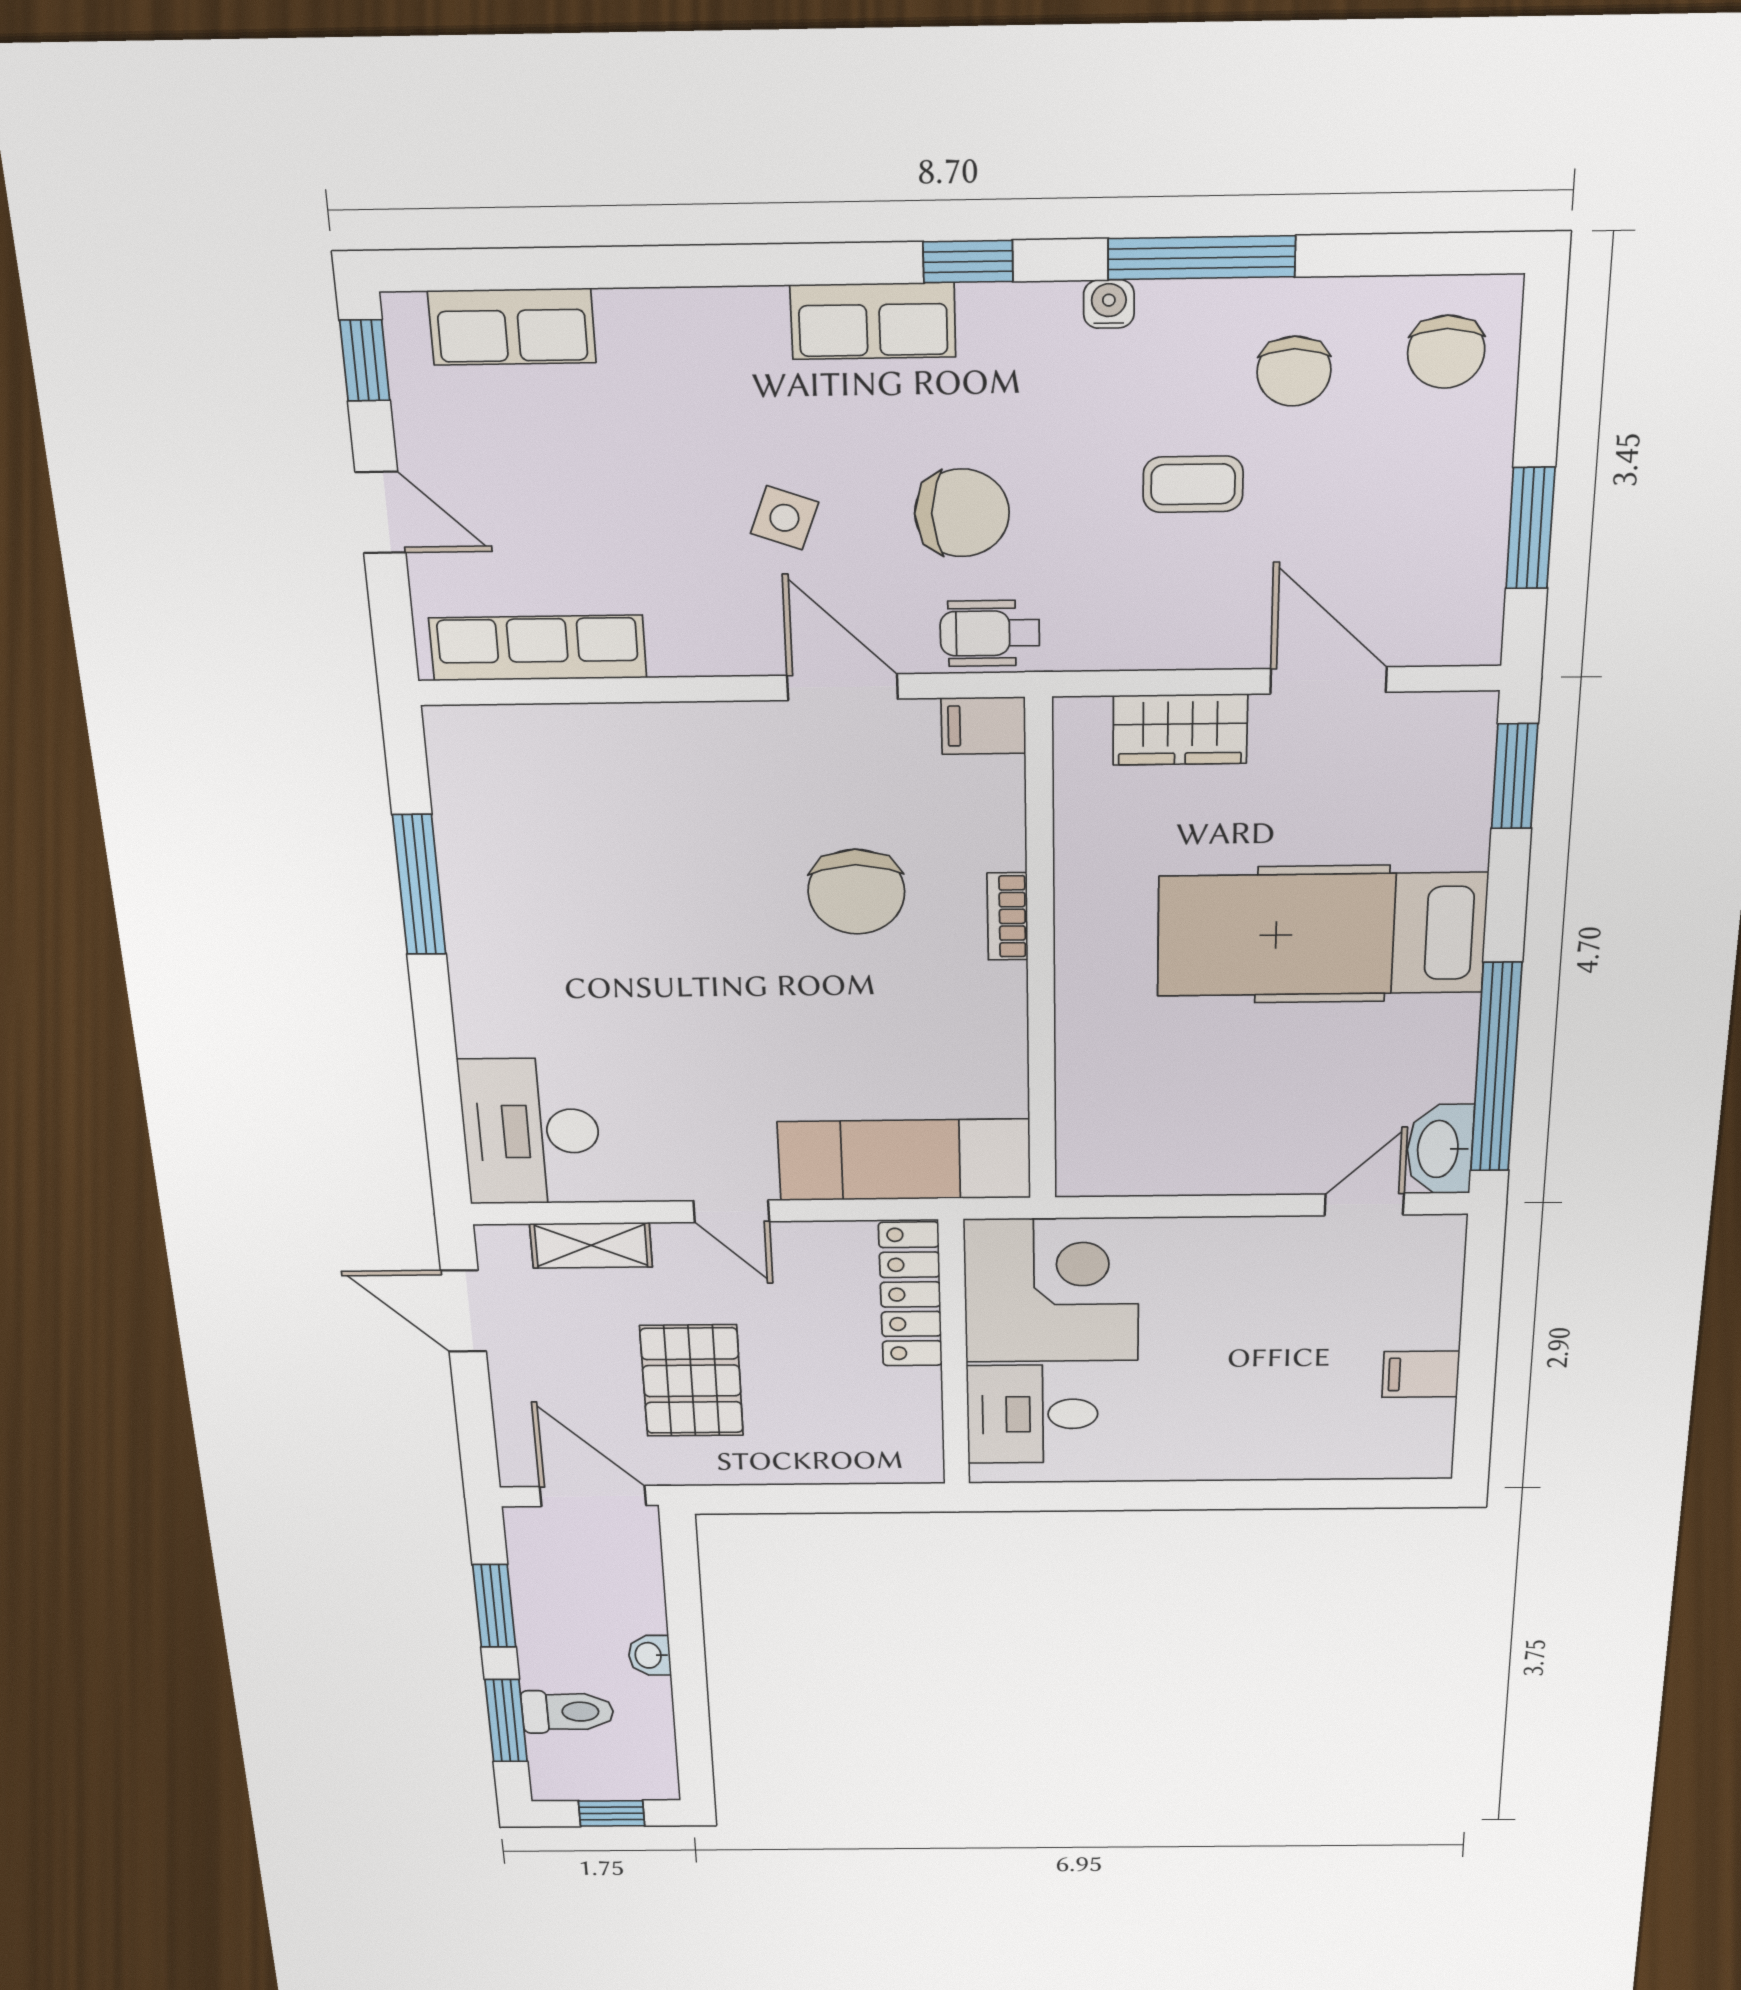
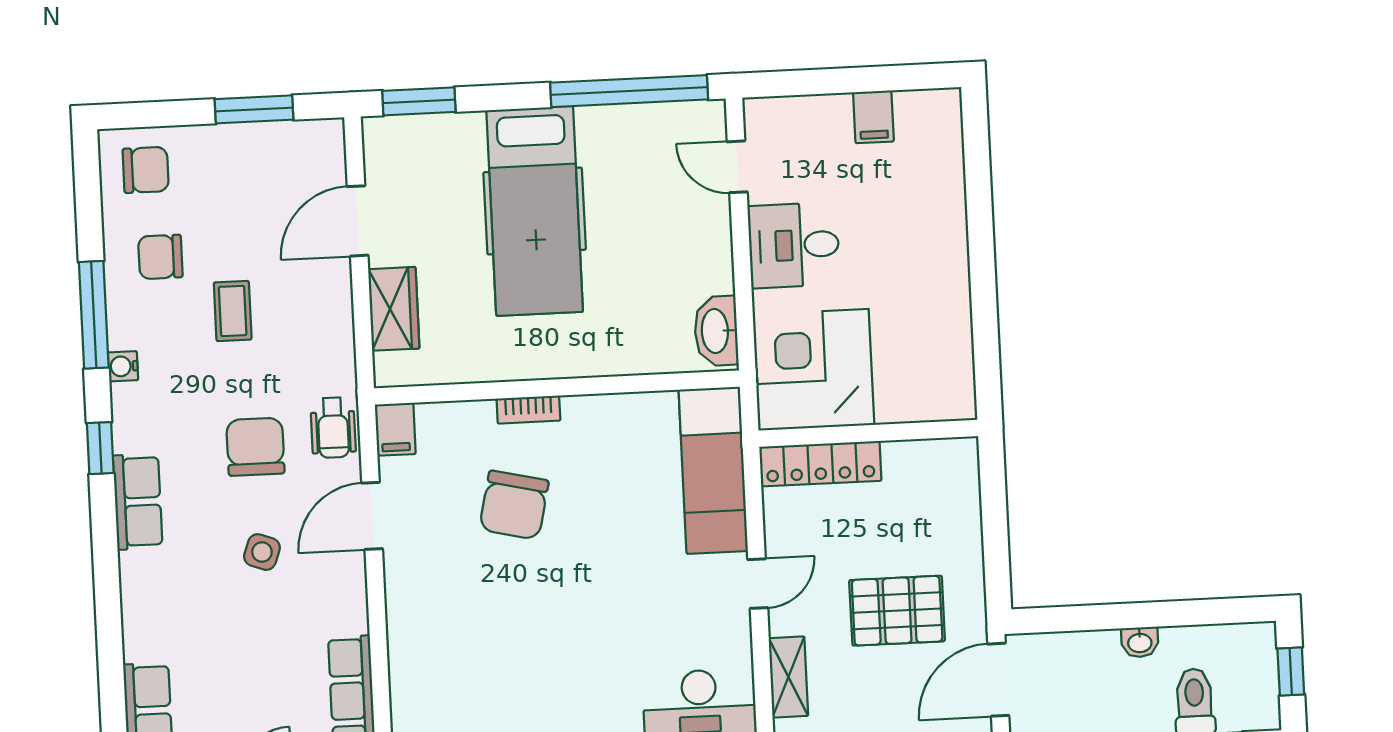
chair: (1294, 371) -> (160, 257), turned 180
chair: (856, 892) -> (514, 505), turned 103
washbasin: (1440, 1149) -> (716, 331), moved, turned 90
desk: (1032, 1414) -> (794, 245), moved, turned 90

